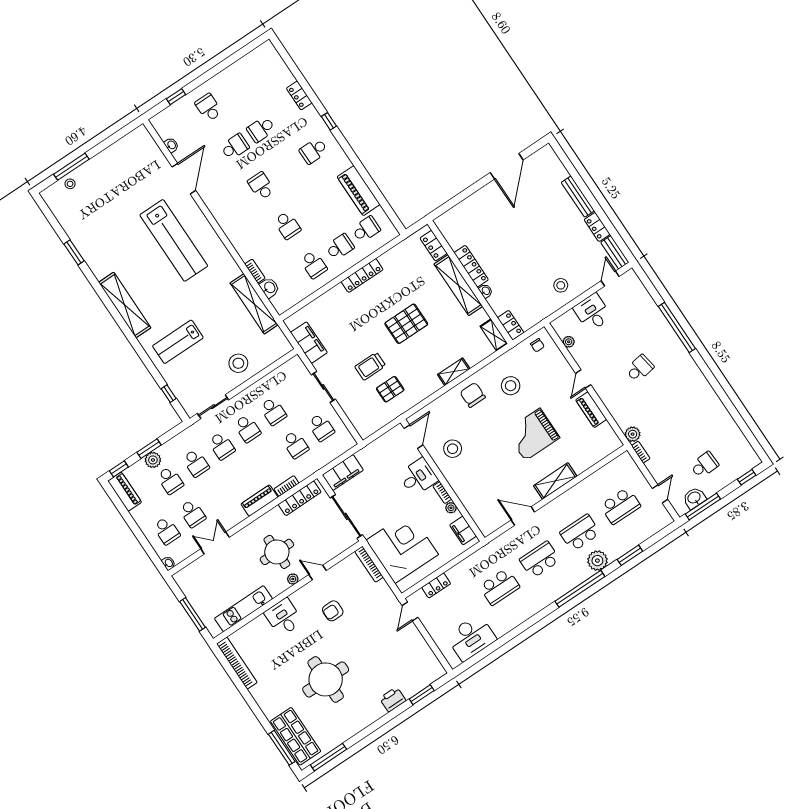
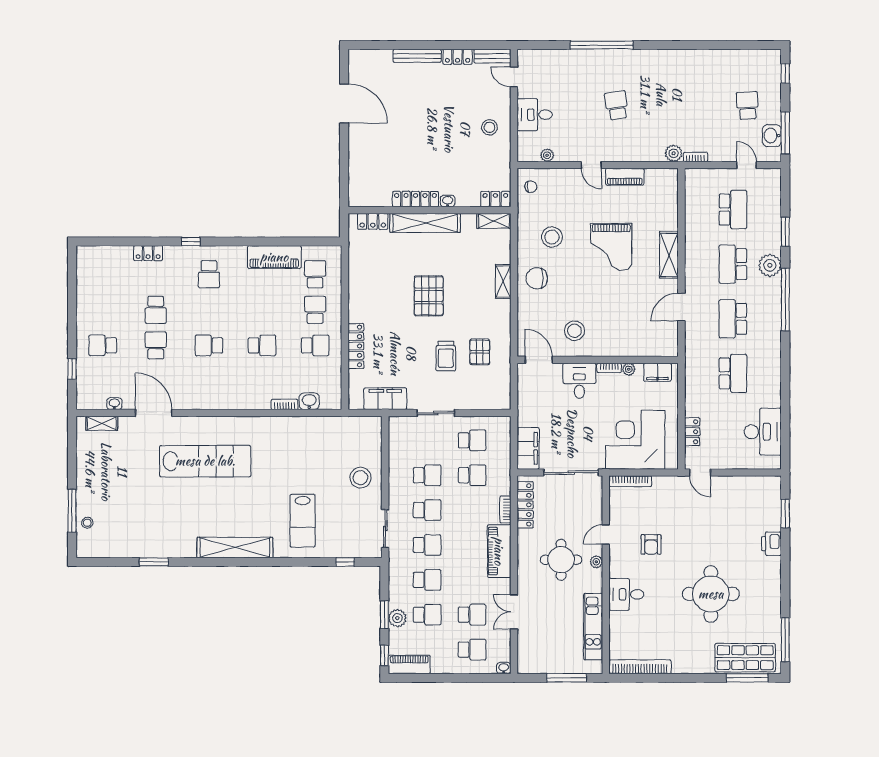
locker: (362, 276) -> (356, 346), moved
shelving: (254, 304) -> (102, 423), moved, width x0.45, depth x0.75
piano: (259, 501) -> (499, 551), width x1.37, depth x1.33

